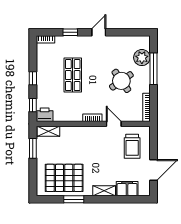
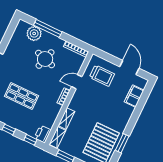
round table: (121, 81) -> (45, 59), turned -38
shelving: (104, 191) -> (66, 119), moved

